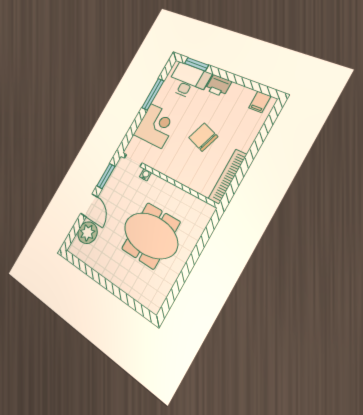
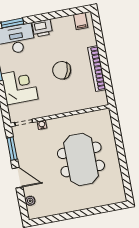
bookcase: (228, 177) -> (97, 68), moved
plant: (87, 233) -> (30, 201), width x0.53, depth x0.53
meeting table: (151, 236) -> (81, 159), turned 90

